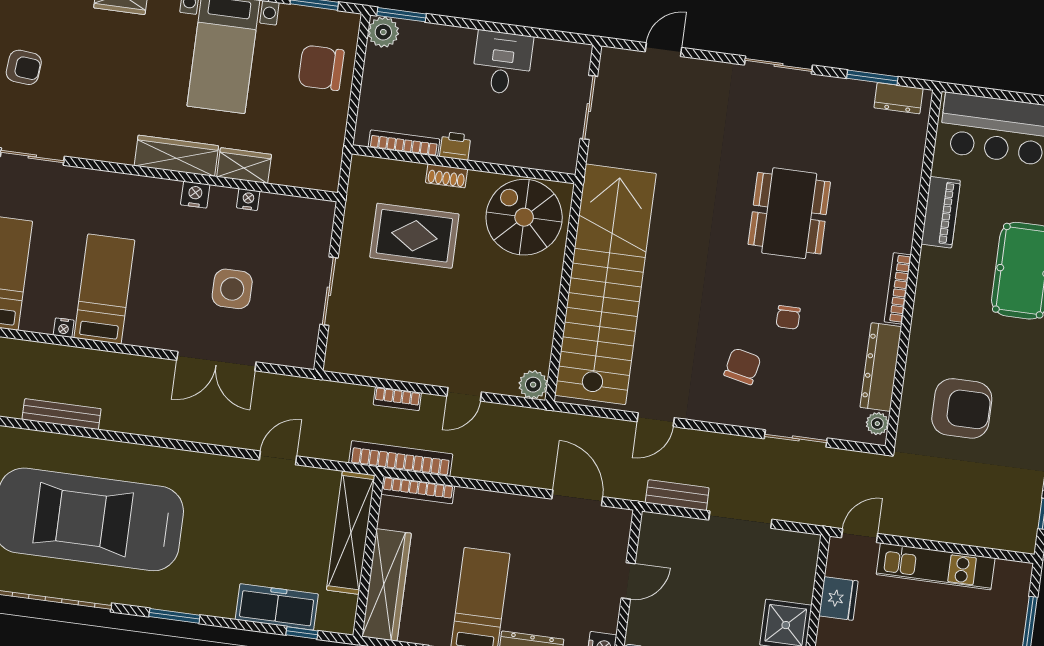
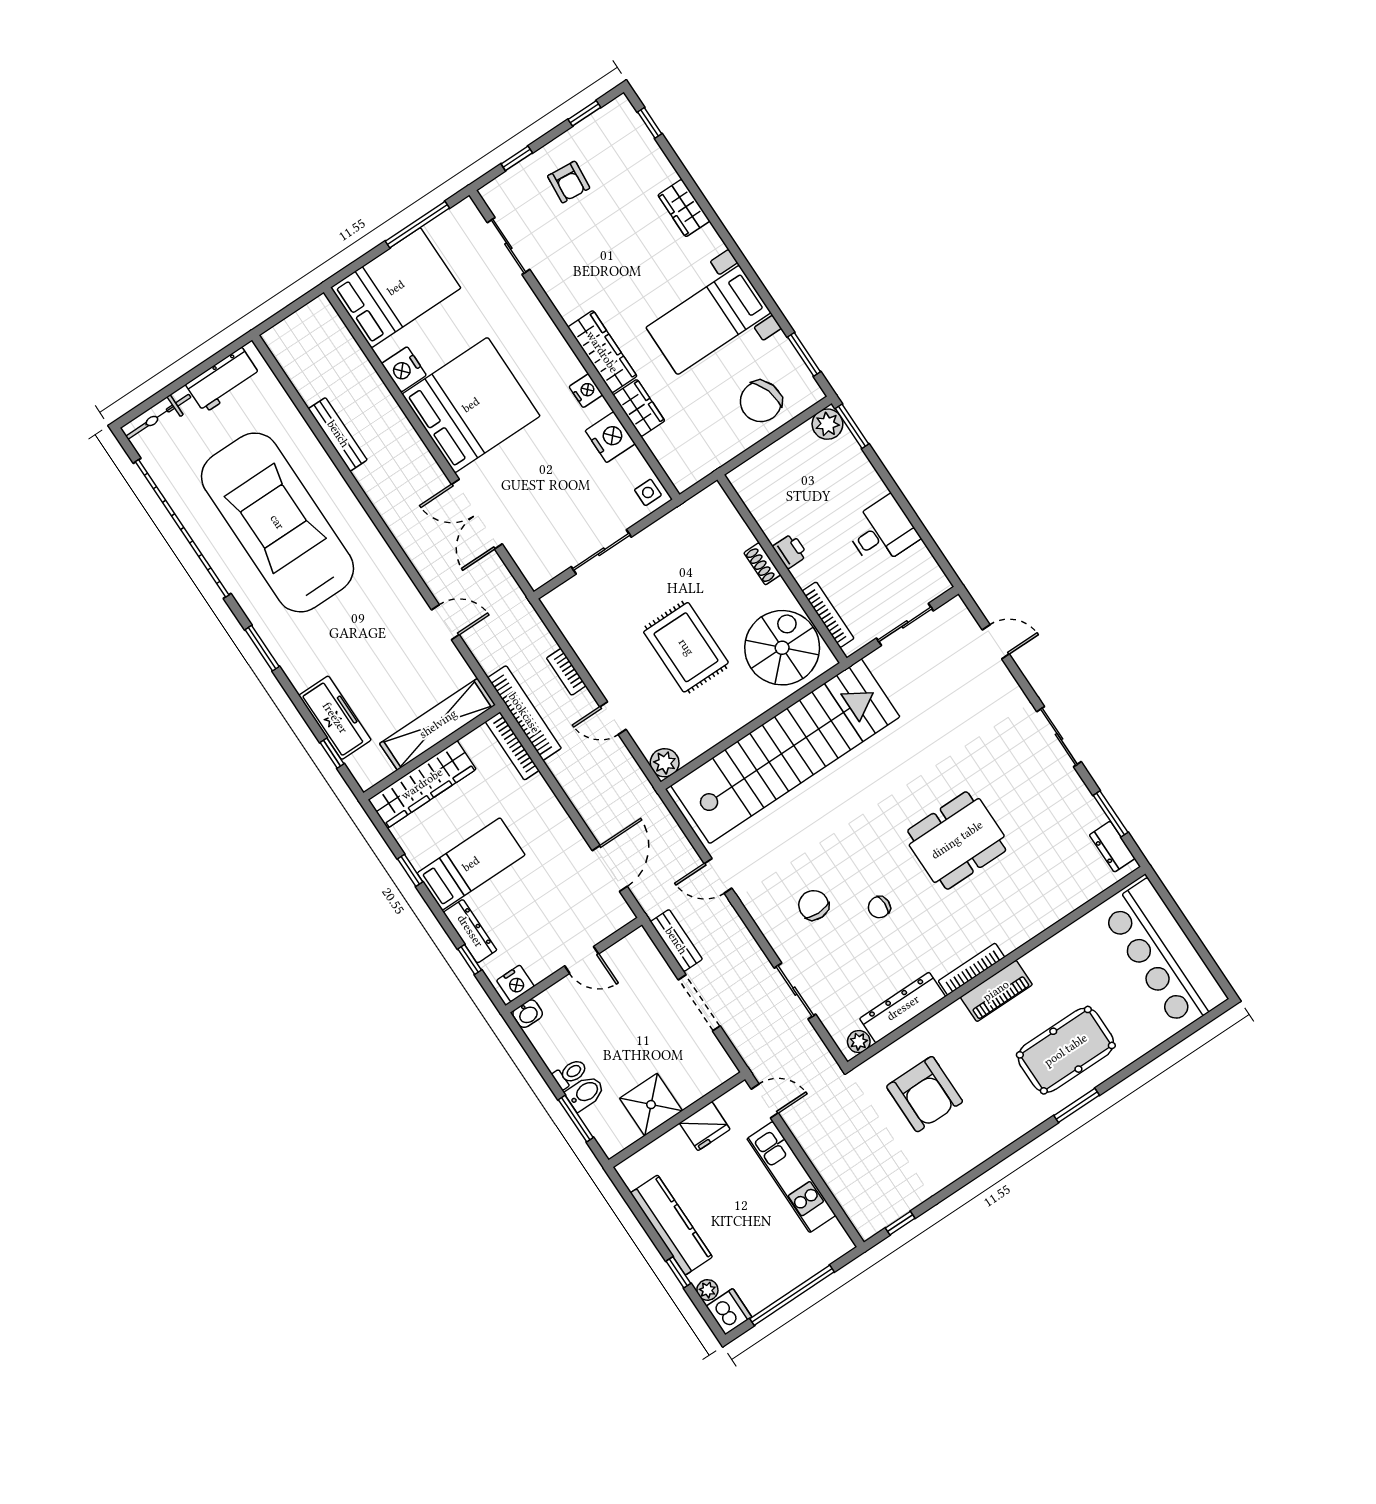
chair: (321, 68) -> (761, 401), turned -108
bookcase: (404, 143) -> (828, 615), moved
nightstand: (248, 199) -> (610, 437), width x1.89, depth x1.79
piano: (941, 212) -> (996, 991), moved
rug: (414, 236) -> (686, 647), moved
bed: (104, 289) -> (471, 405), width x2.04
side table: (232, 289) -> (648, 492), moved, width x0.54, depth x0.54
nightstand: (64, 328) -> (404, 369), width x1.89, depth x1.79
chair: (742, 366) -> (814, 905), turned -102

